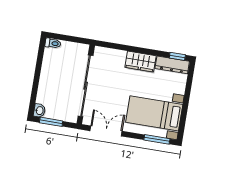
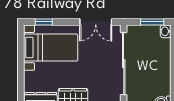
window: (157, 139) -> (44, 22), width x0.67

